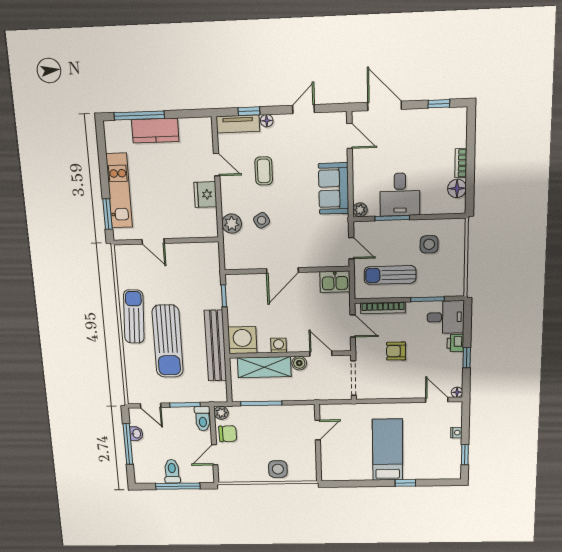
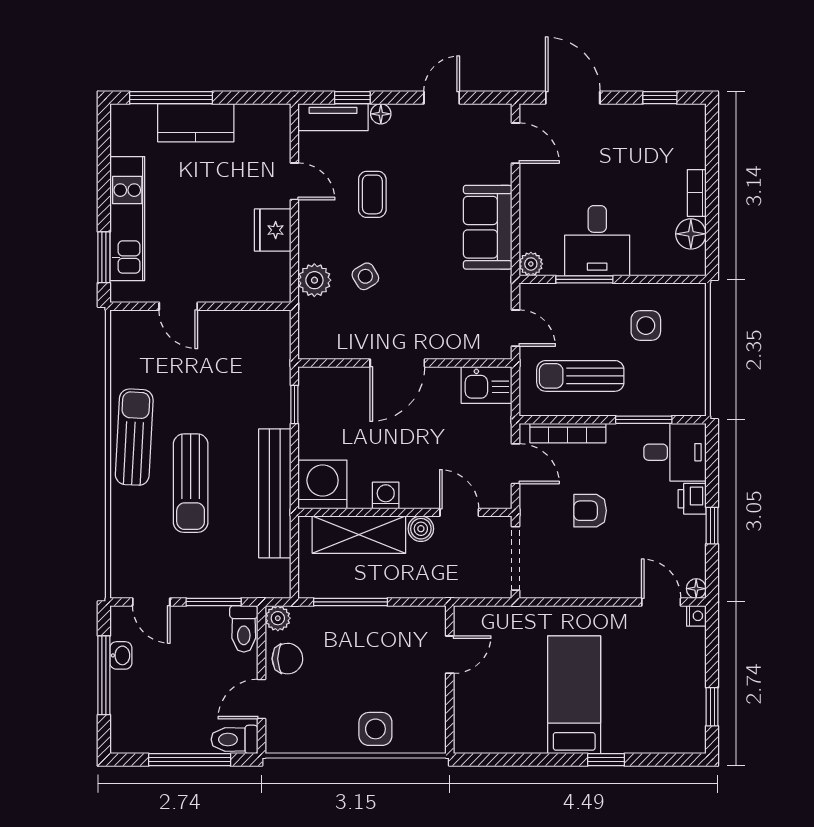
sun lounger: (168, 341) -> (191, 483), width x0.73, depth x0.75
nightstand: (456, 433) -> (696, 616), moved
toilet: (172, 471) -> (234, 739), moved, turned -90

